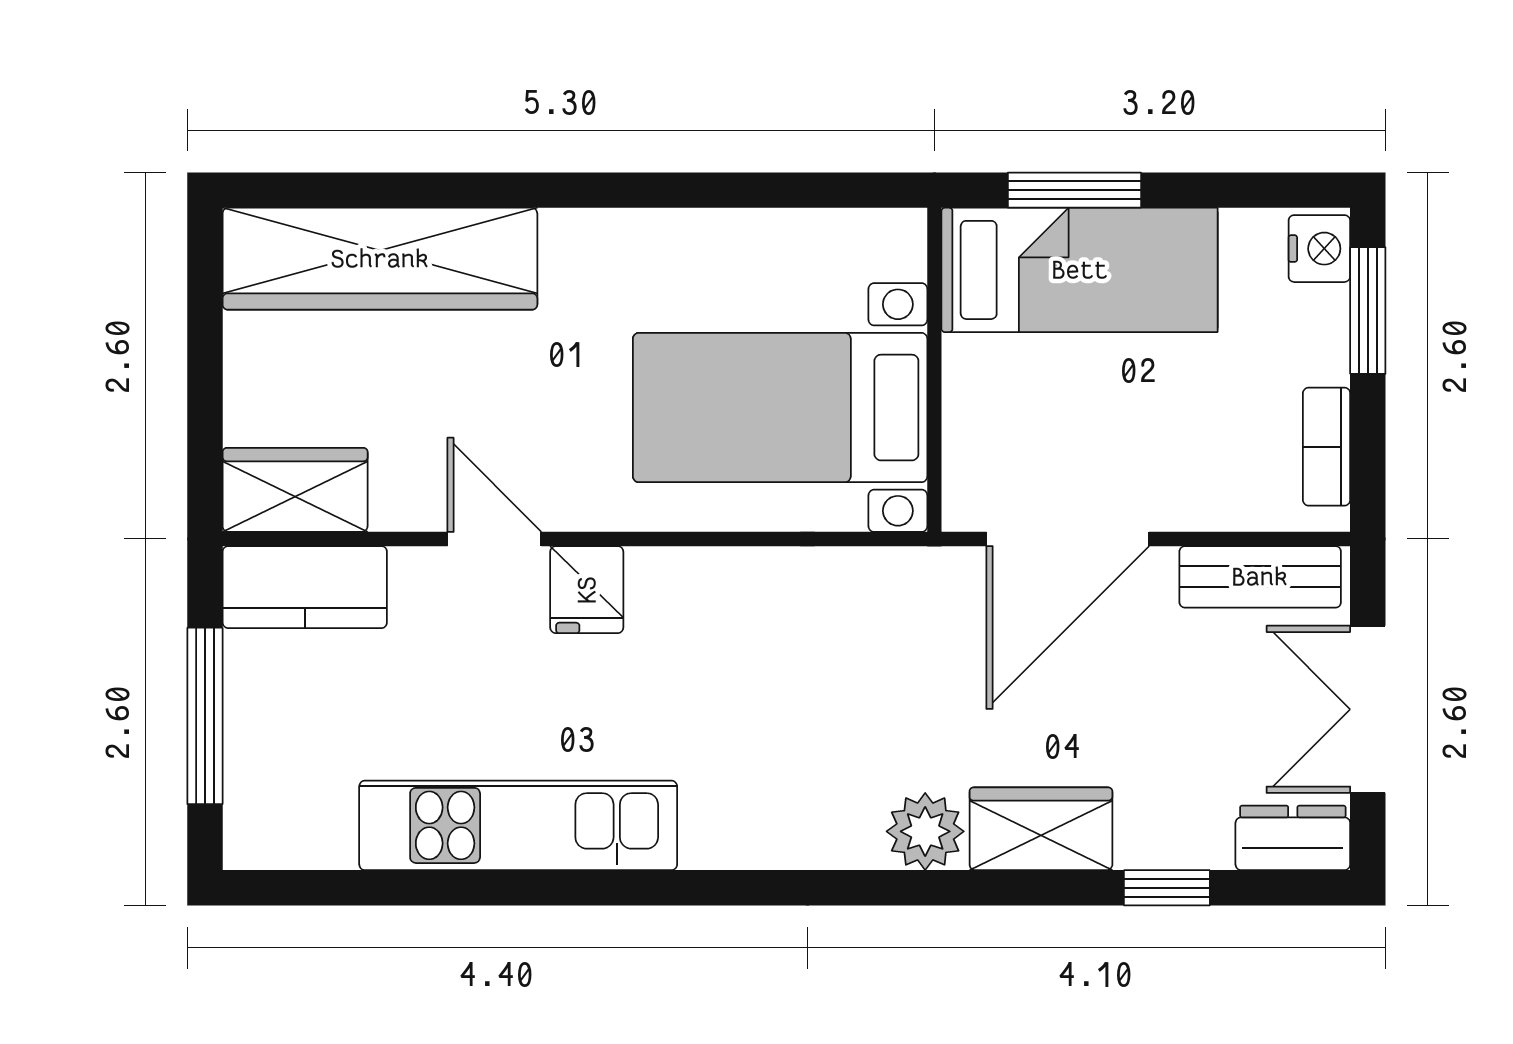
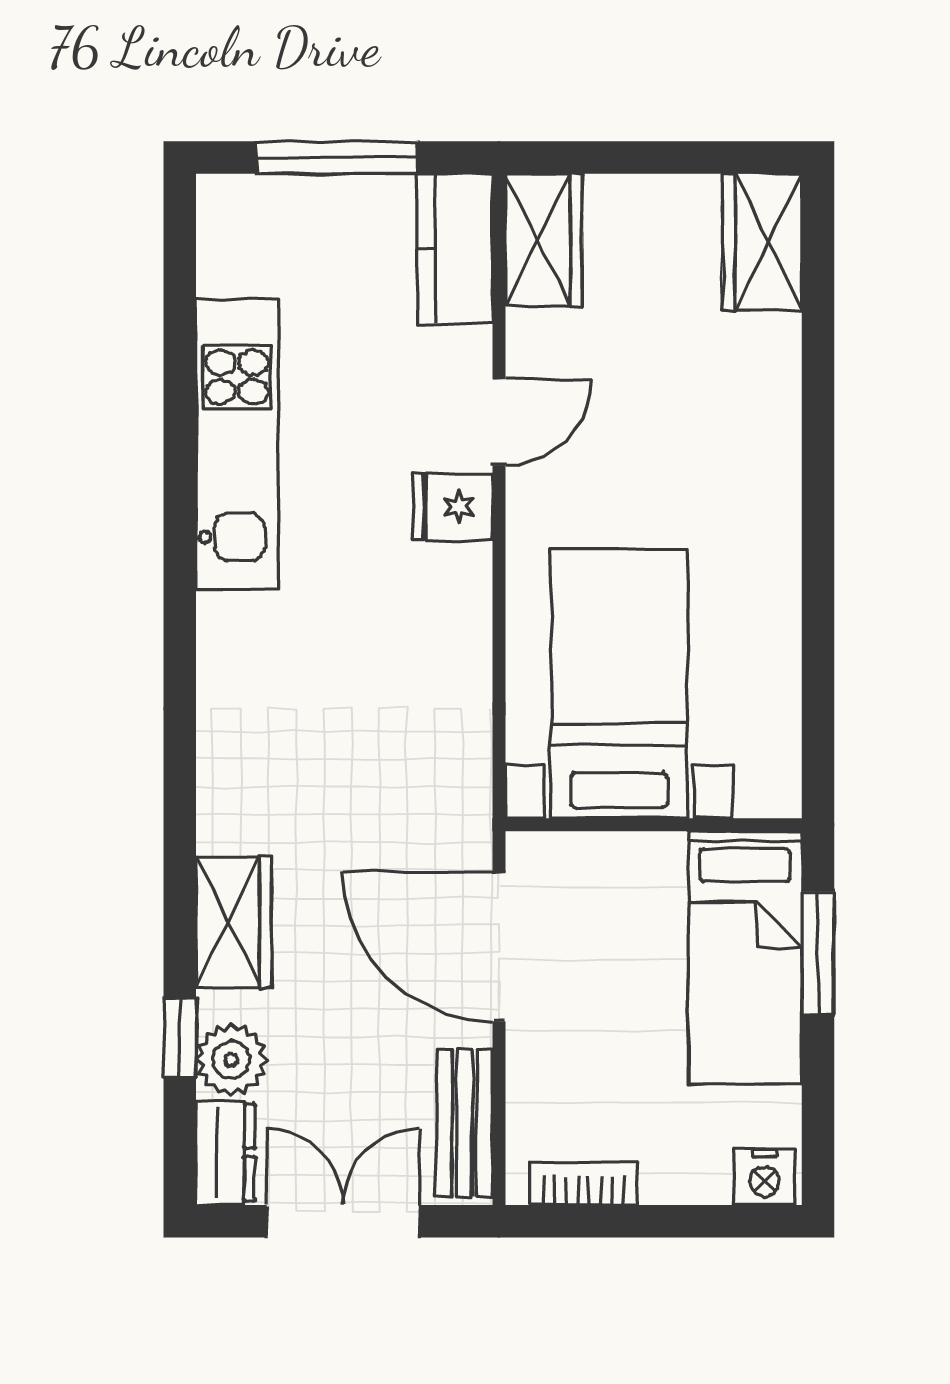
wardrobe: (380, 259) -> (762, 242), width x0.48, depth x0.85
window: (1368, 311) -> (708, 1221), removed
plant: (925, 831) -> (231, 1060), moved

